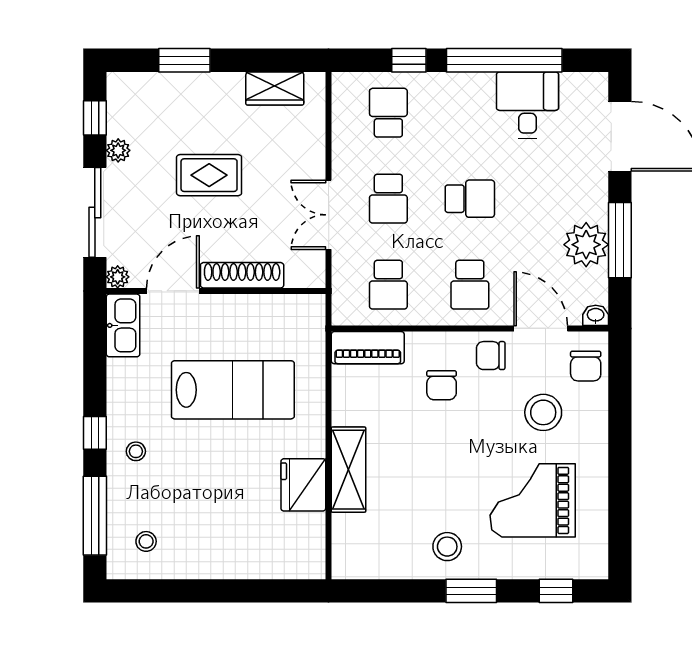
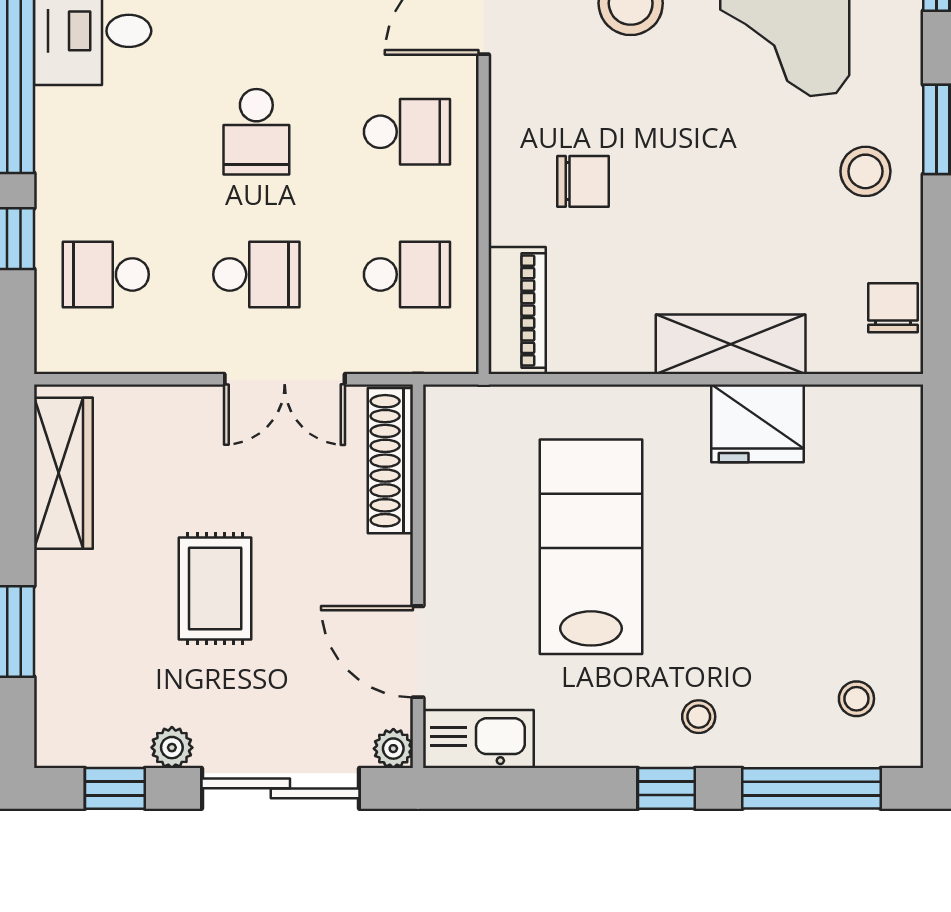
wardrobe: (275, 88) -> (63, 473), width x1.50
school desk: (470, 199) -> (256, 132), turned 180
shoe rack: (242, 275) -> (390, 461), moved
chair: (491, 356) -> (893, 308), moved, turned 180

